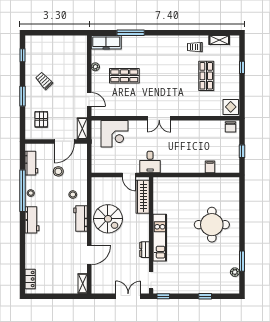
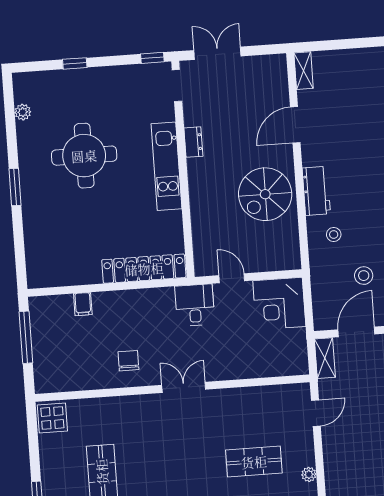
door: (89, 99) -> (316, 413), swing flipped
chair: (231, 127) -> (128, 361), moved
corner desk: (115, 134) -> (279, 304), moved, turned -90
window: (242, 151) -> (26, 337), width x2.17
locker: (176, 184) -> (144, 269), added
wardrobe: (143, 197) -> (204, 240), removed
spiral stairs: (108, 219) -> (265, 194), turned -90
round table: (212, 225) -> (84, 156), moved
window: (242, 261) -> (15, 187), moved
double door: (128, 296) -> (217, 53), swing flipped

